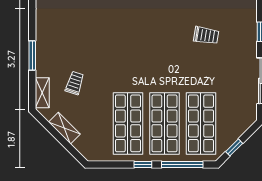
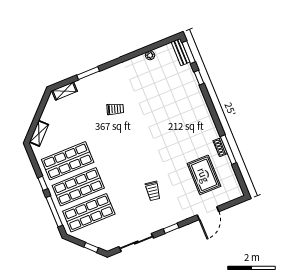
trolley: (75, 83) -> (115, 109), moved
shelving: (64, 128) -> (39, 133), moved
window: (234, 147) -> (91, 247), moved

